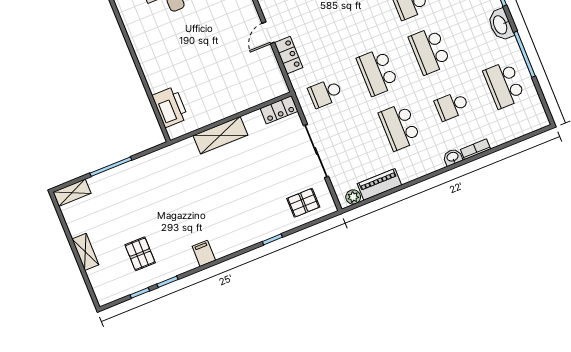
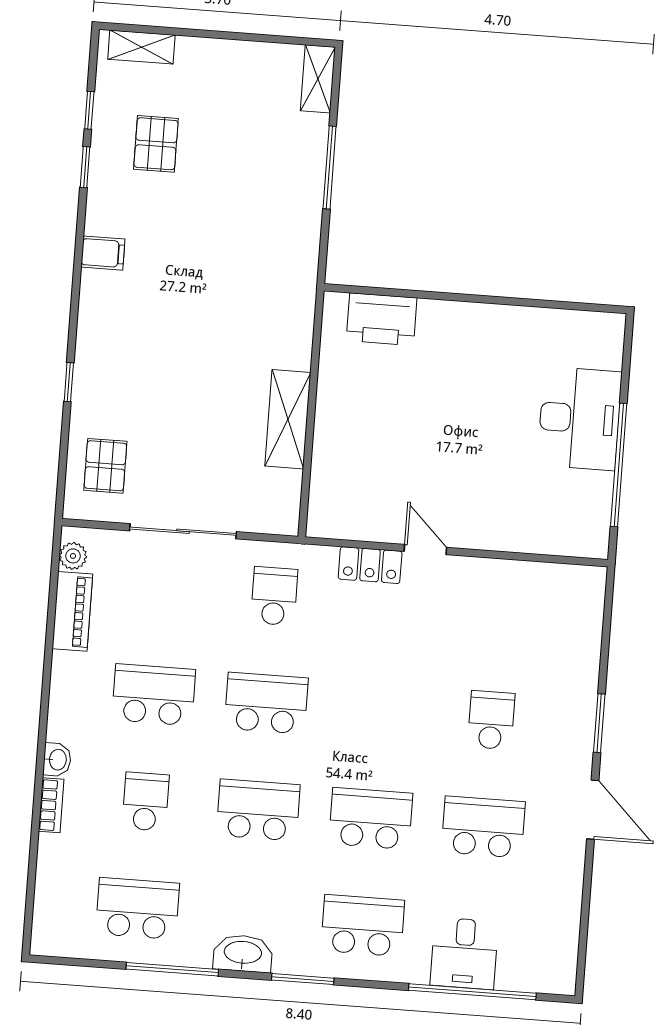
locker: (279, 110) -> (284, 503), removed
shelving: (220, 135) -> (288, 419), moved
shelving: (85, 252) -> (141, 47), moved
pallet: (140, 254) -> (156, 144), turned 90

